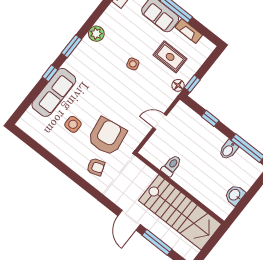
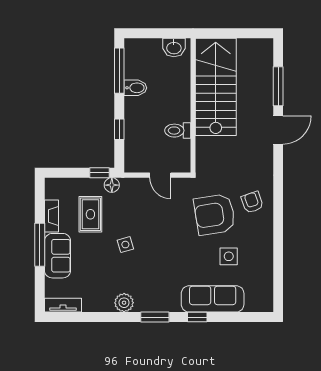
toilet: (171, 166) -> (178, 131), moved
wall: (180, 188) -> (193, 105), moved
stairs: (180, 212) -> (216, 87), moved

